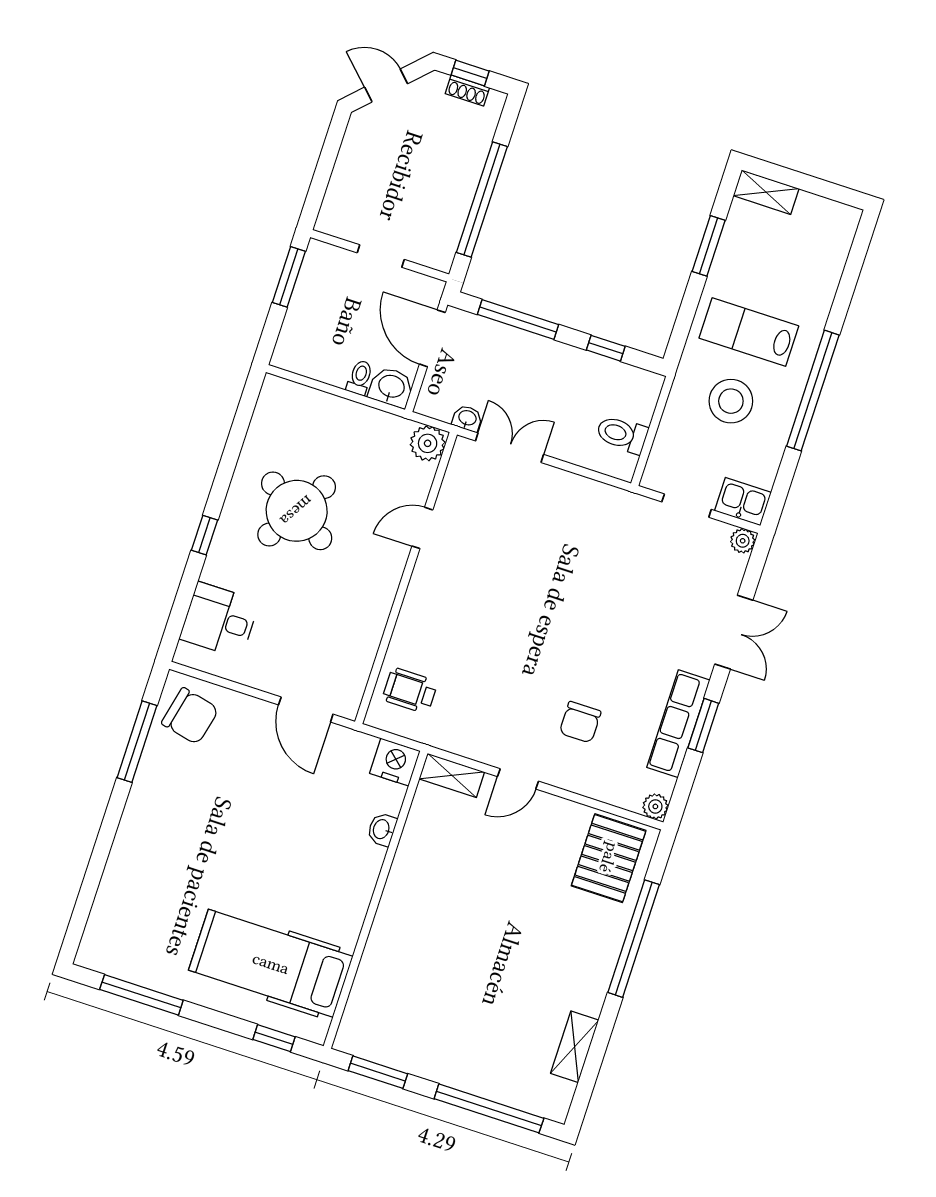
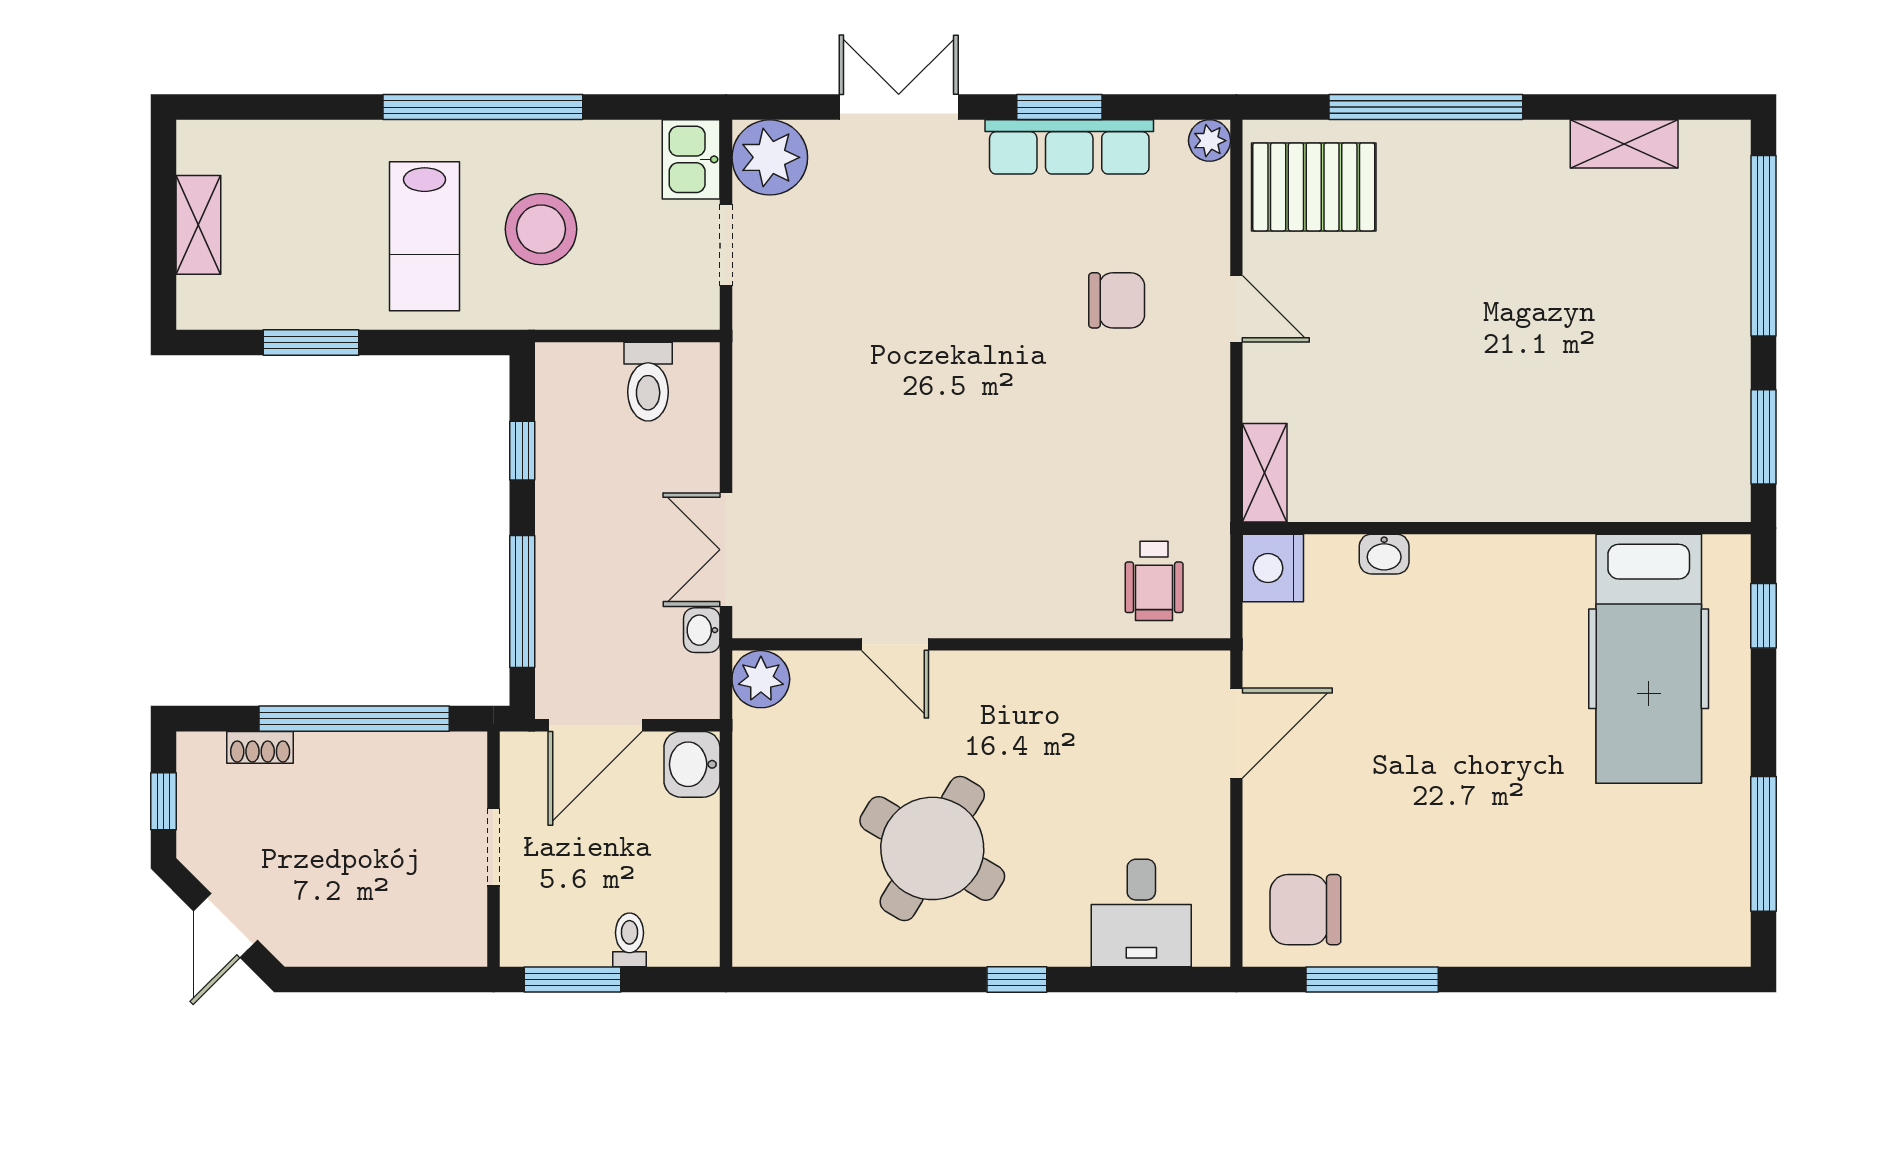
shoe rack: (467, 91) -> (260, 747), moved, turned 90
shelving: (766, 192) -> (198, 225), moved
toilet: (360, 378) -> (629, 940), moved, turned 90
plant: (743, 541) -> (770, 157), width x1.88, depth x1.88
chair: (190, 716) -> (1305, 910), turned -103
door: (518, 779) -> (1236, 309), moved

